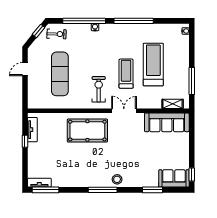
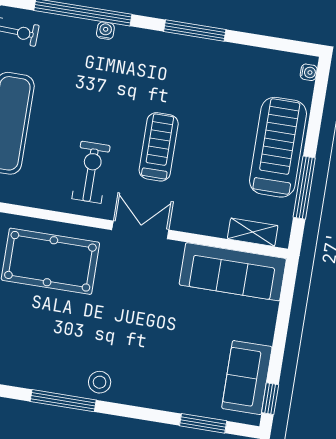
window: (134, 21) -> (195, 30), width x0.68
treadmill: (153, 64) -> (278, 147), moved
sofa: (174, 178) -> (247, 378), moved, turned -90
window: (153, 190) -> (203, 423), moved

